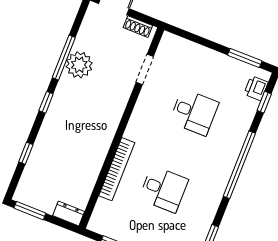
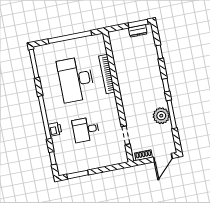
printer: (256, 88) -> (55, 129), moved
desk: (164, 189) -> (76, 79), width x1.87, depth x1.30
dresser: (69, 213) -> (138, 31), moved

